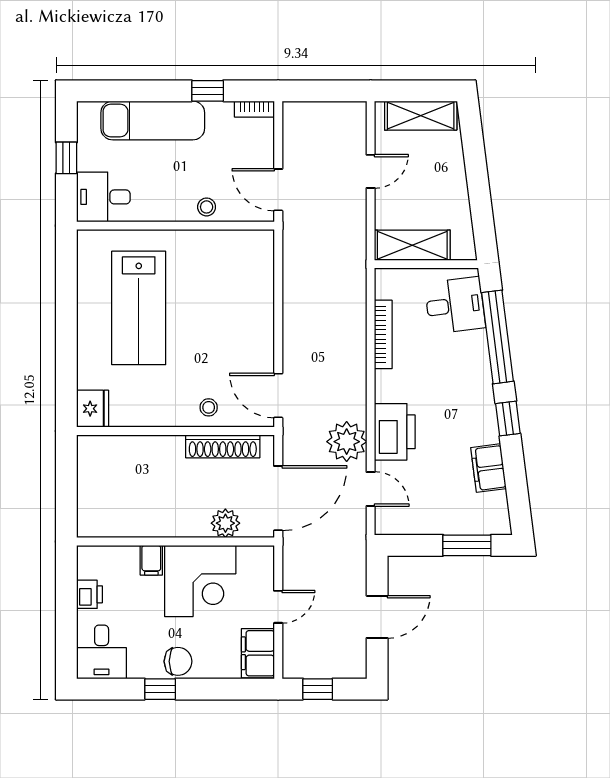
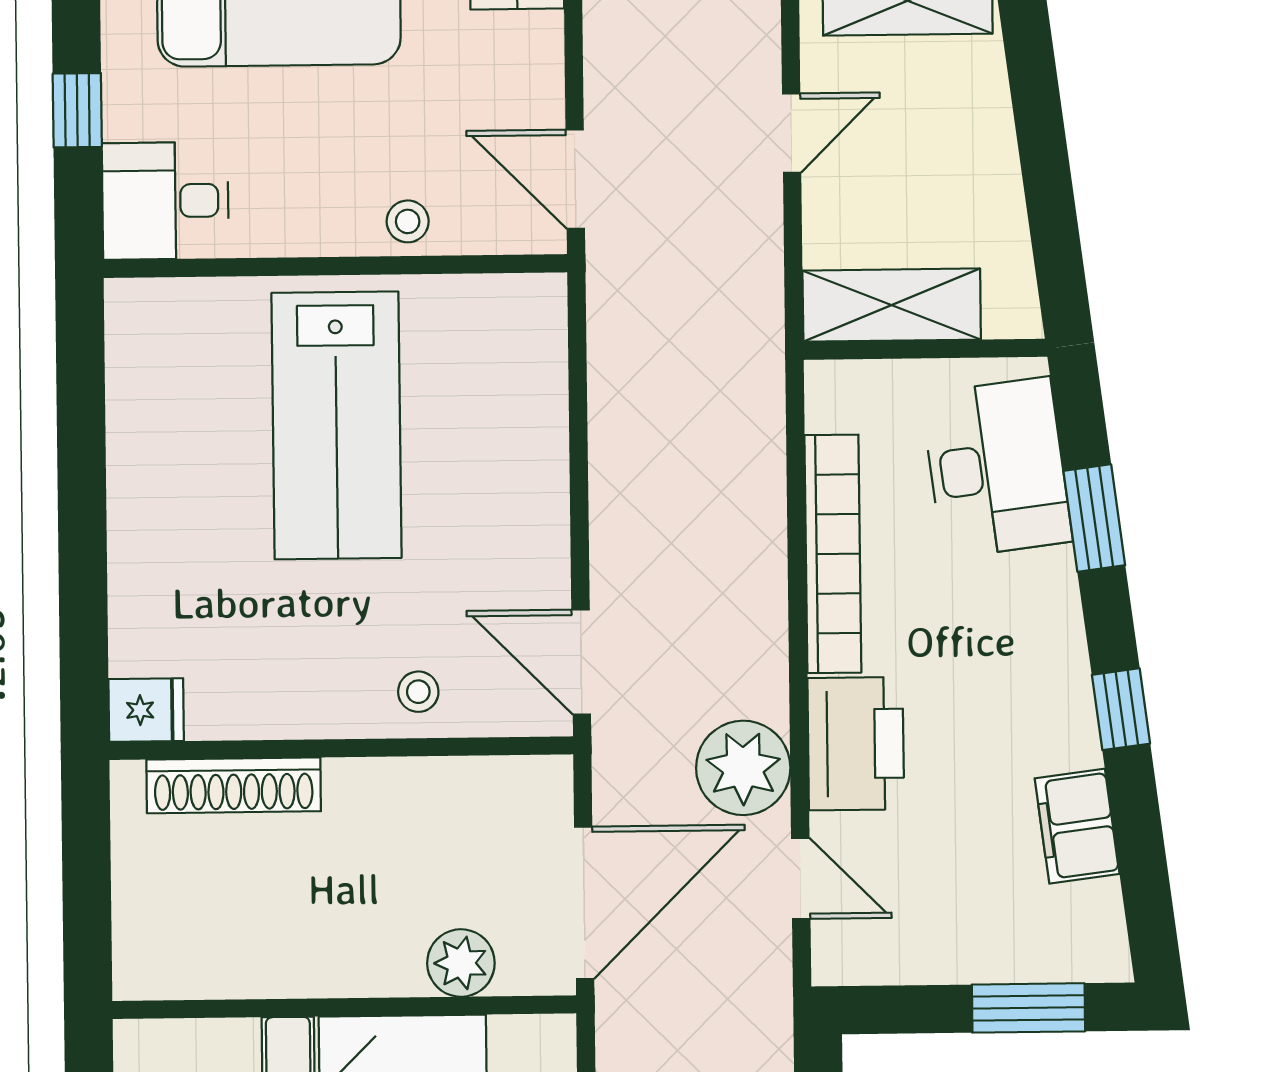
desk: (455, 305) -> (997, 468), width x1.37
lab bench: (139, 308) -> (336, 425), moved
bookcase: (383, 334) -> (833, 554), width x1.48, depth x1.31
window: (498, 337) -> (1094, 518), width x0.47
fridge: (93, 409) -> (146, 710), width x0.72
shoe rack: (223, 446) -> (234, 785), moved

